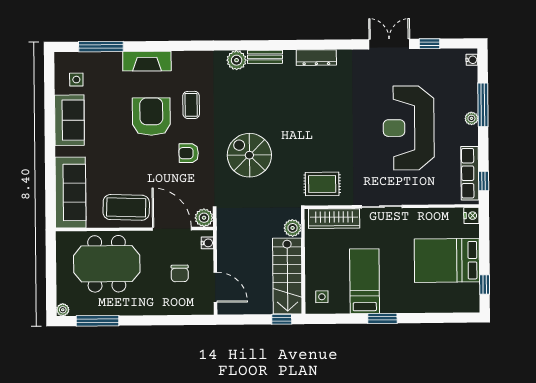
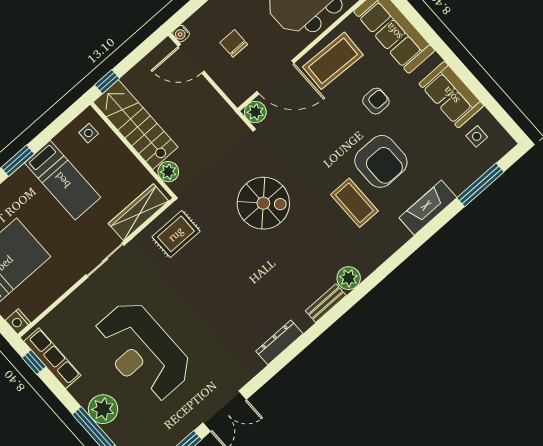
coffee table: (191, 105) -> (354, 203), width x1.36, depth x1.30
plant: (471, 118) -> (103, 409), width x1.88, depth x1.88
reception desk: (409, 128) -> (142, 351), turned 180
armchair: (189, 153) -> (376, 101), moved
water cooler: (207, 243) -> (181, 34), moved

